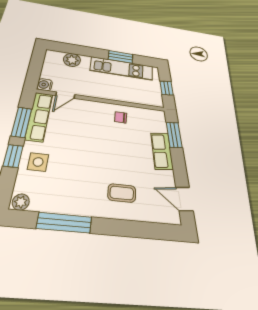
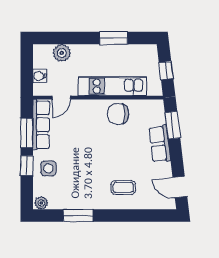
kitchen unit: (122, 68) -> (112, 86), moved, turned 180
water cooler: (45, 85) -> (40, 76), moved
chair: (121, 117) -> (118, 114), width x1.87, depth x1.87
window: (64, 223) -> (78, 216), width x0.69

